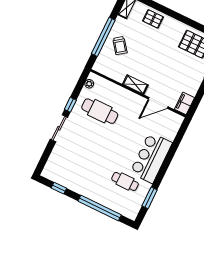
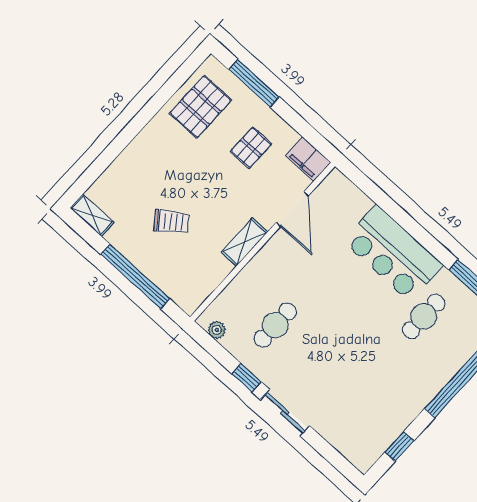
pallet: (153, 19) -> (251, 148), moved
trolley: (120, 46) -> (171, 222), moved
cafe table: (100, 111) -> (275, 325), width x0.73, depth x0.74

